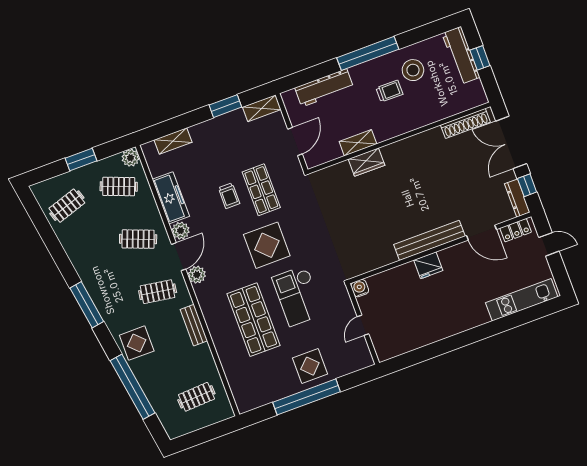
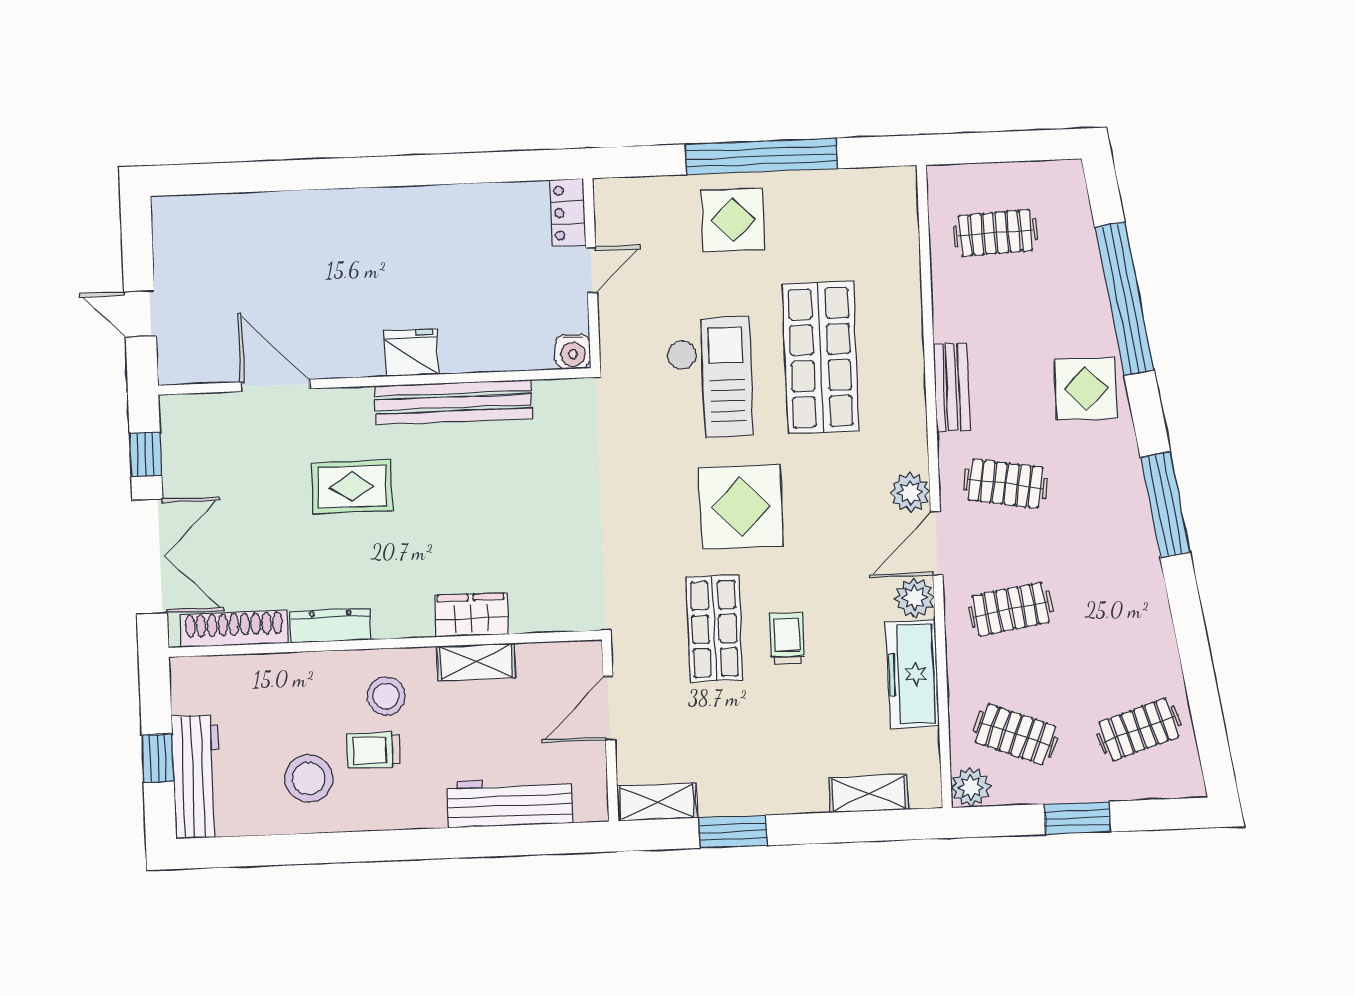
window: (368, 53) -> (393, 845), removed
stool: (391, 116) -> (386, 696), added
dresser: (517, 198) -> (331, 626), moved, turned -90
rug: (435, 200) -> (352, 487), added
locker: (516, 230) -> (568, 213), moved, turned -90
clothes rail: (138, 239) -> (1011, 609), turned -30
bench: (429, 240) -> (453, 402), moved
kitchen unit: (522, 300) -> (236, 215), removed

